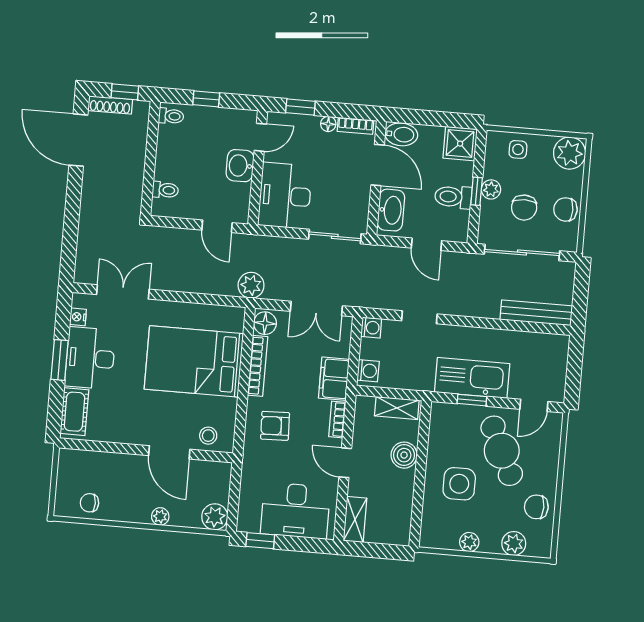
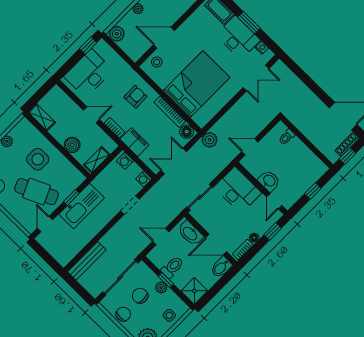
toilet: (171, 116) -> (318, 168), removed
shelving: (355, 520) -> (42, 117), moved

